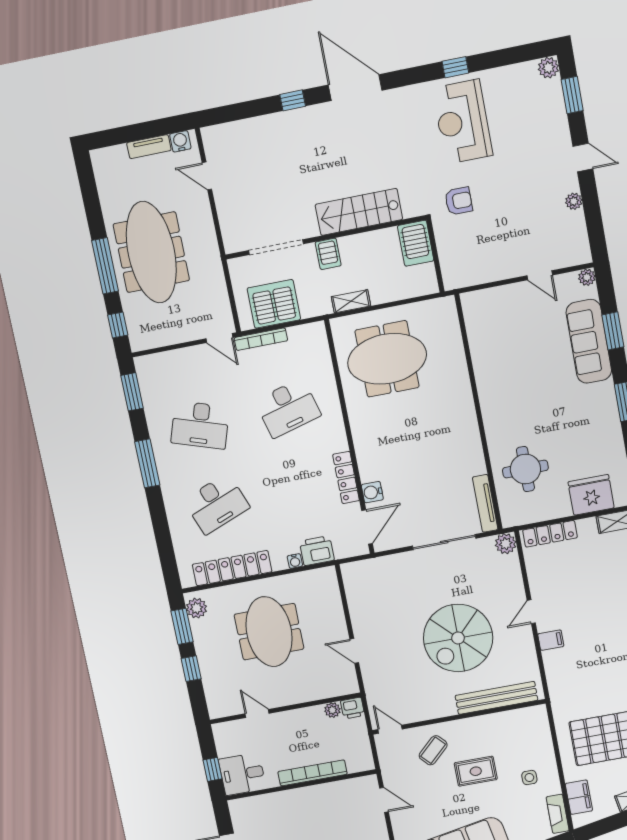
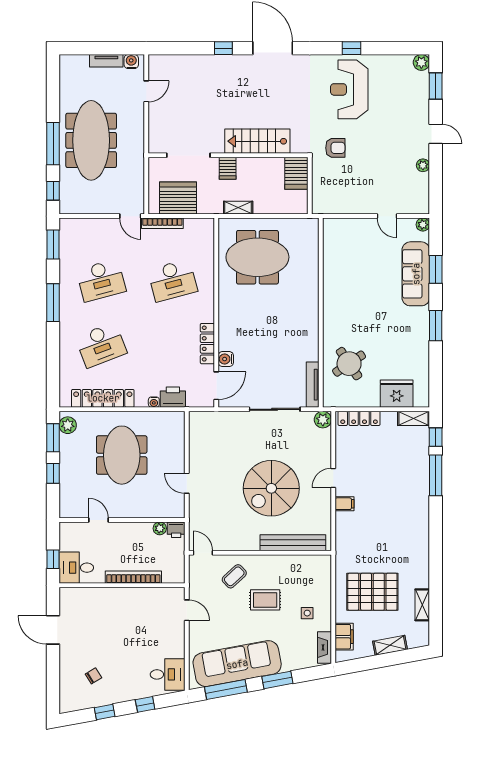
door: (207, 176) -> (146, 91), swing flipped
desk: (200, 425) -> (101, 280), turned -33
round table: (525, 469) -> (349, 364), turned -34

